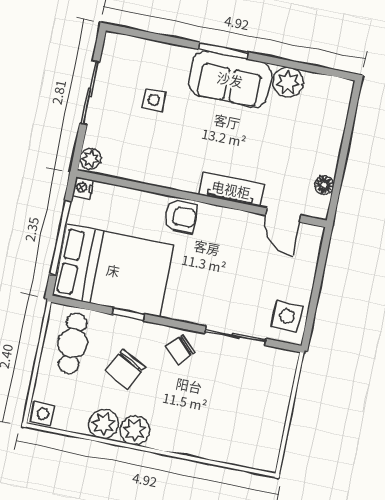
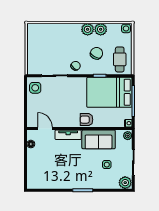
sofa: (230, 79) -> (99, 139), moved, turned 180
plant: (288, 82) -> (125, 183), moved

